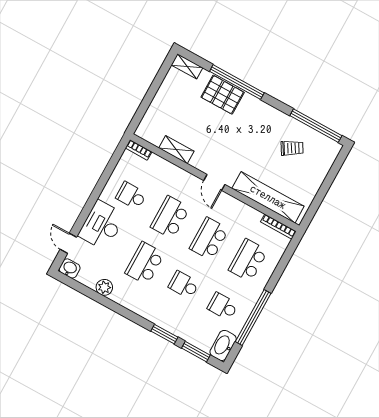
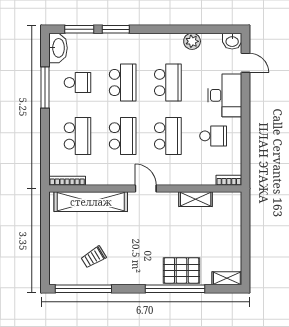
school desk: (184, 285) -> (123, 83), width x1.85
window: (253, 318) -> (45, 87), width x0.68

